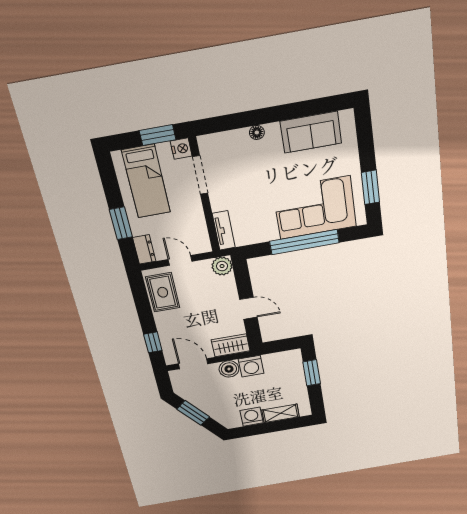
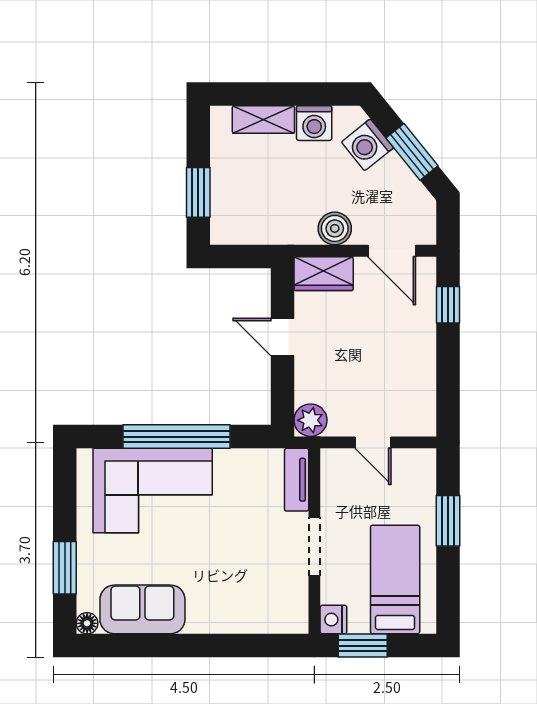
floor lamp: (257, 132) -> (87, 623), moved
doorway: (200, 175) -> (314, 546), moved
window: (370, 187) -> (65, 568), moved
dresser: (144, 249) -> (423, 471), removed
rug: (163, 292) -> (412, 393), removed
washing machine: (251, 366) -> (367, 145), moved, turned -129

